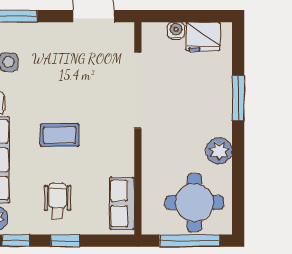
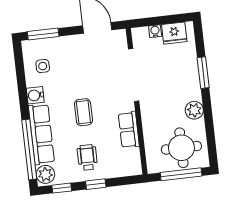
coffee table: (60, 135) -> (83, 112), turned 90
row of seats: (122, 203) -> (129, 130), moved

